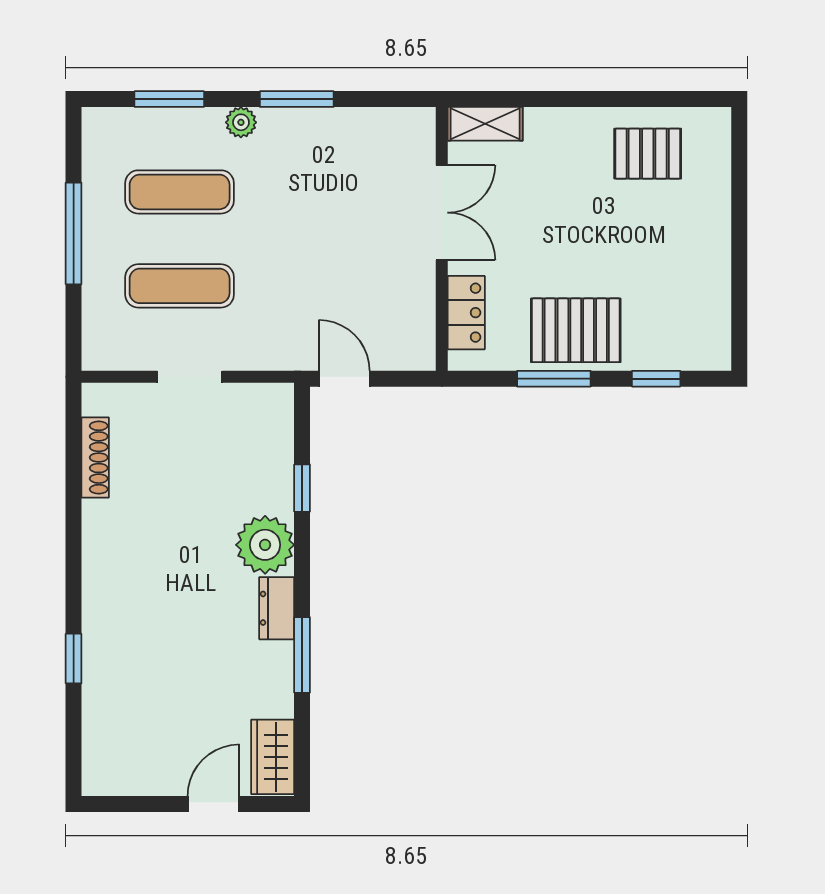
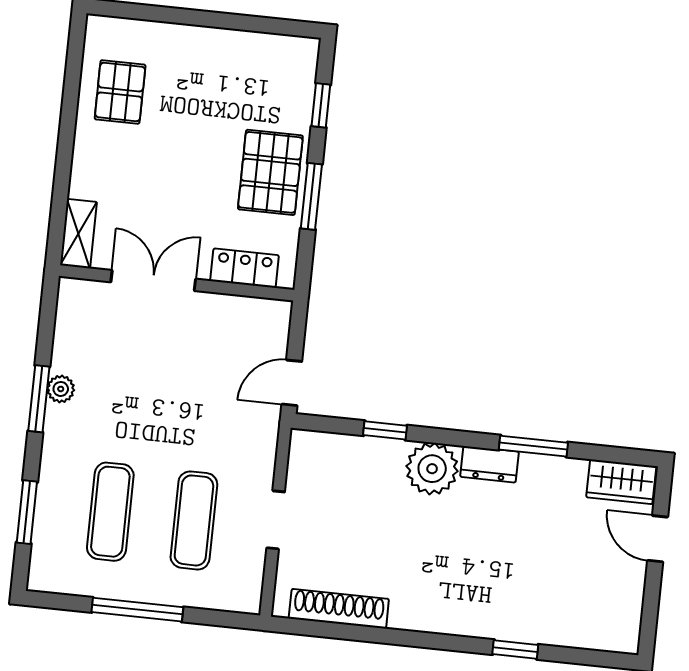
plant: (241, 122) -> (61, 389), moved
shoe rack: (95, 458) -> (339, 609), width x1.36, depth x1.24

